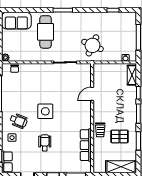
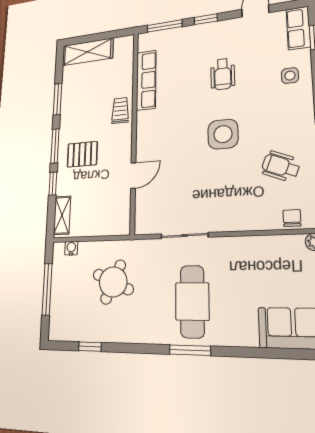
cafe table: (46, 32) -> (192, 301), moved
round table: (92, 45) -> (113, 282), moved
wheelchair: (18, 121) -> (281, 166), moved
pallet: (119, 136) -> (82, 154), moved

